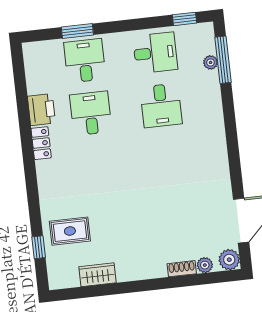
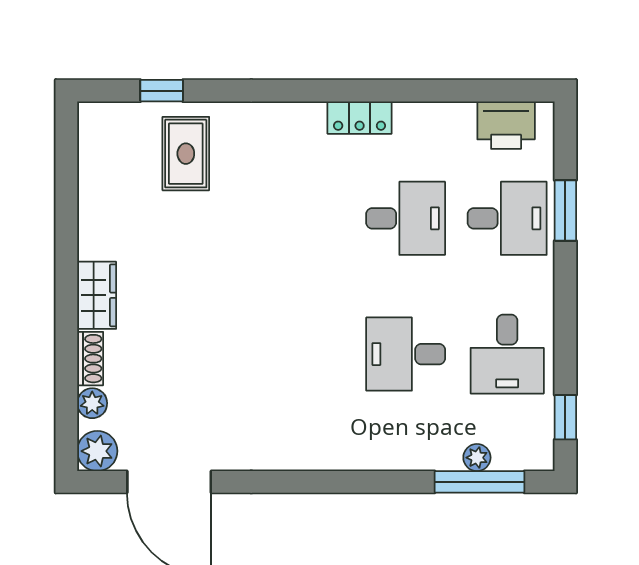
printer: (41, 110) -> (506, 125), moved
wardrobe: (98, 275) -> (97, 295), moved

